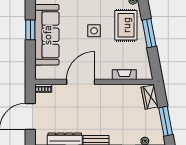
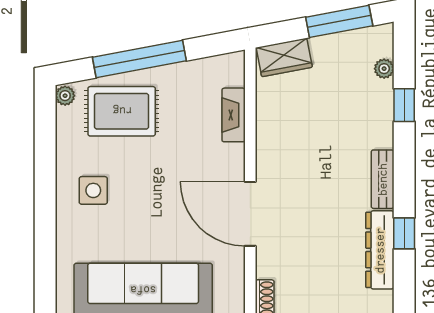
side table: (94, 31) -> (93, 190), moved
window: (149, 33) -> (139, 59), width x1.46

